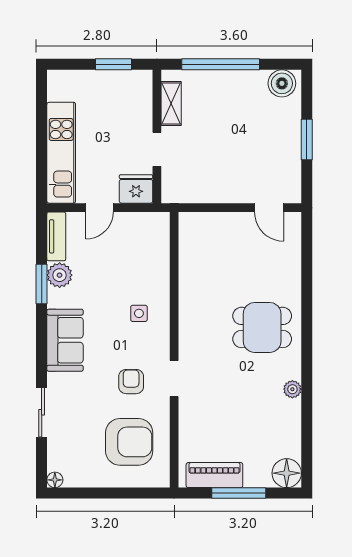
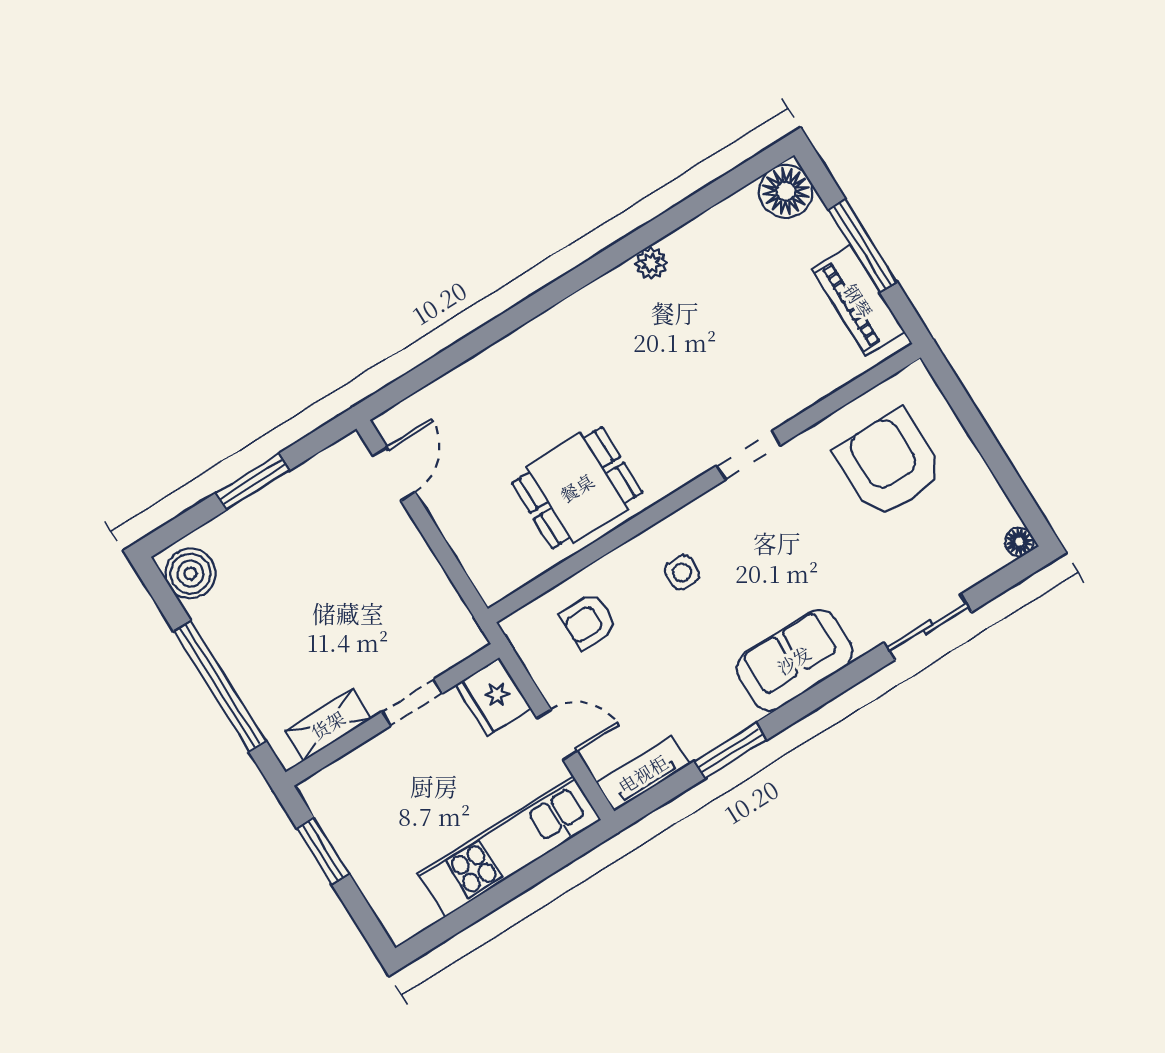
plant: (60, 275) -> (700, 731), removed
dining table: (262, 327) -> (577, 488), moved, turned 90
armchair: (131, 382) -> (589, 621), moved

